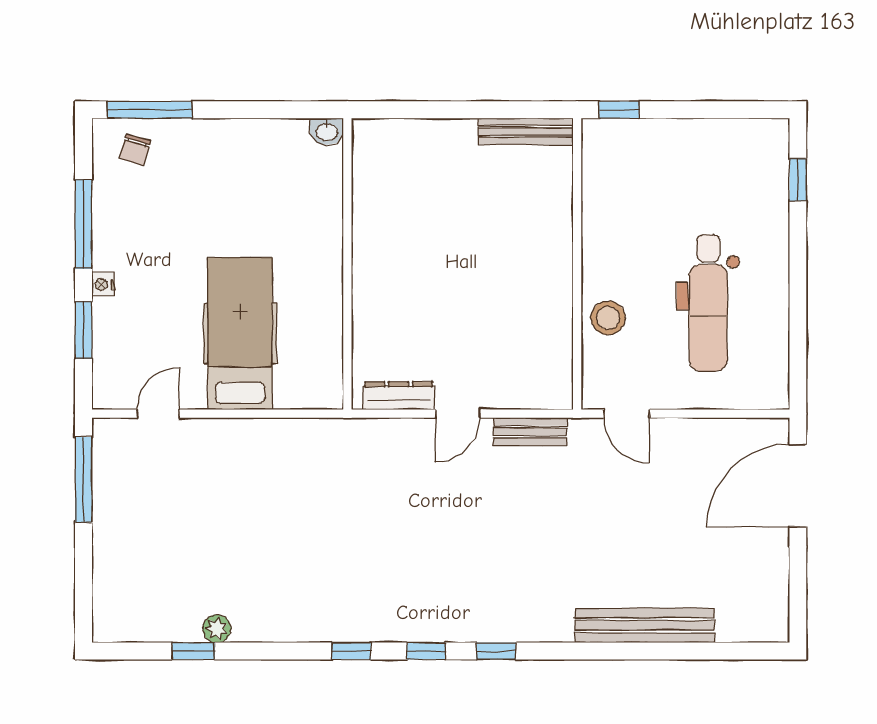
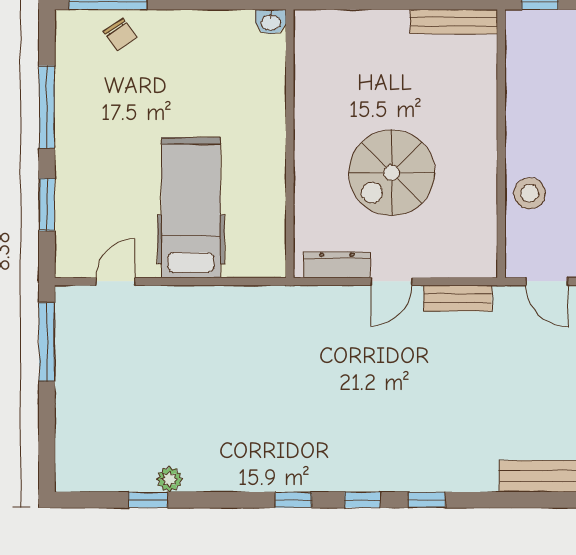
chair: (135, 150) -> (120, 35), moved, turned -52
nightstand: (103, 284) -> (65, 162), removed
spiral stairs: (458, 296) -> (392, 173), added

